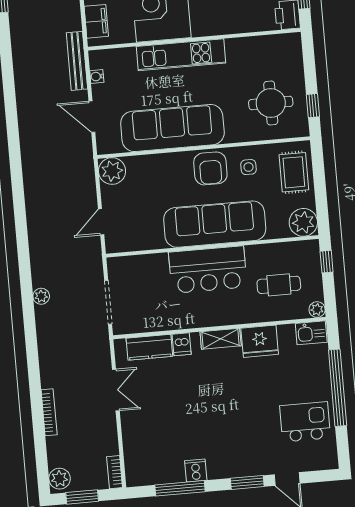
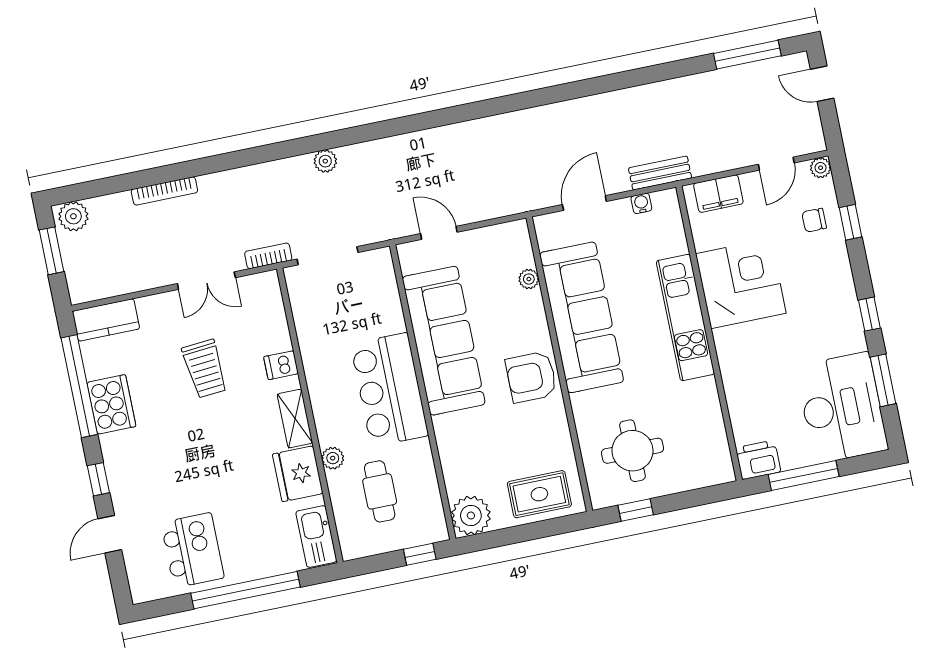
bench: (77, 61) -> (660, 173), width x0.73
side table: (249, 167) -> (539, 430), removed
plant: (112, 171) -> (529, 279), moved, width x0.53, depth x0.53
sofa: (215, 224) -> (444, 341), moved
plant: (317, 310) -> (333, 458), moved
kitchen sink: (311, 333) -> (316, 537), width x1.38
kitchen counter: (149, 347) -> (106, 320), moved, turned -90
trolley: (178, 398) -> (205, 369), added
cooker: (196, 470) -> (111, 404), width x1.87, depth x1.31
bookcase: (115, 472) -> (268, 256), moved
window: (247, 482) -> (98, 479), width x0.67
window: (180, 488) -> (79, 386), width x1.46

